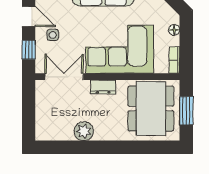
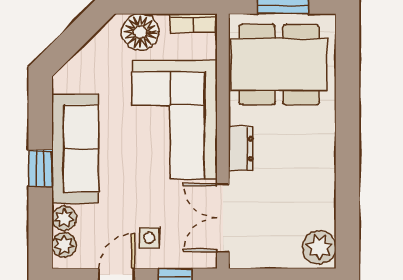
floor lamp: (174, 30) -> (140, 32), width x1.89, depth x1.89
plant: (84, 131) -> (319, 247), moved

